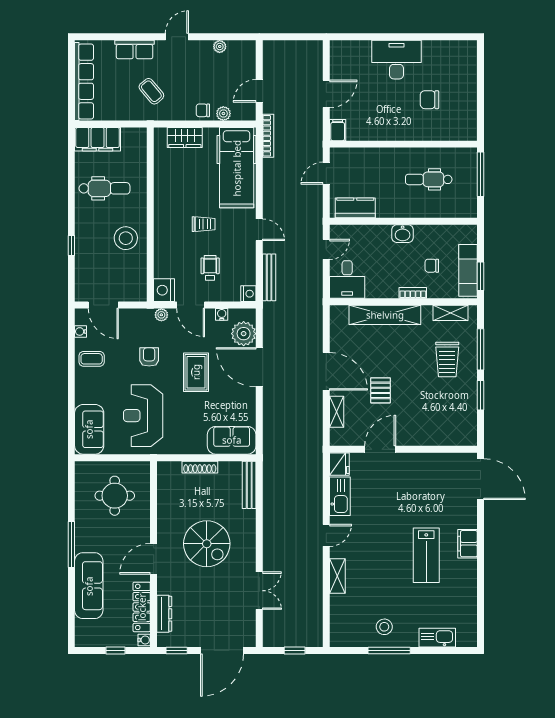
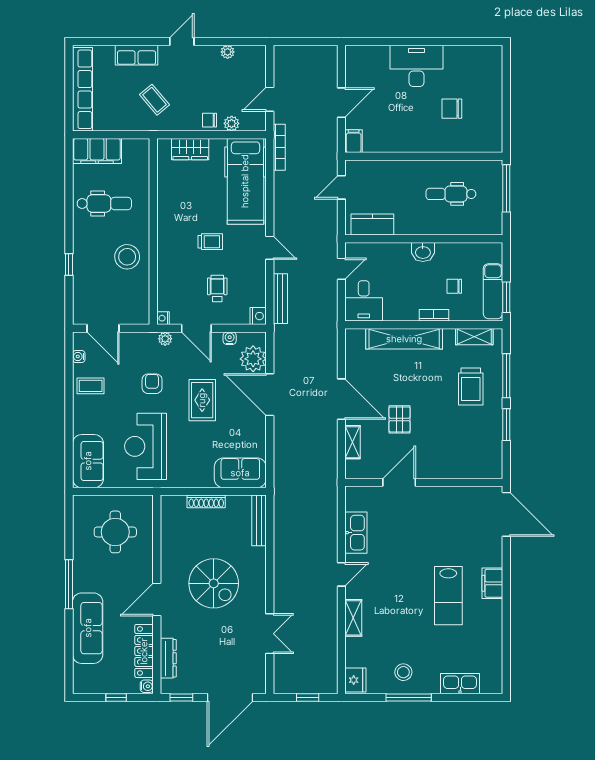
nightstand: (164, 290) -> (163, 318), width x0.53, depth x0.56
fridge: (339, 464) -> (355, 680), moved

